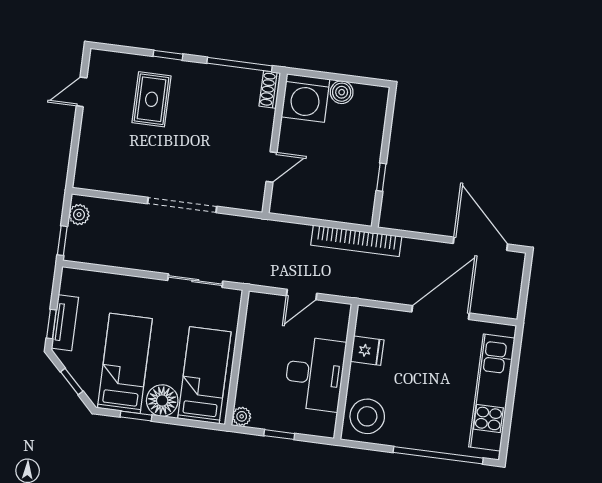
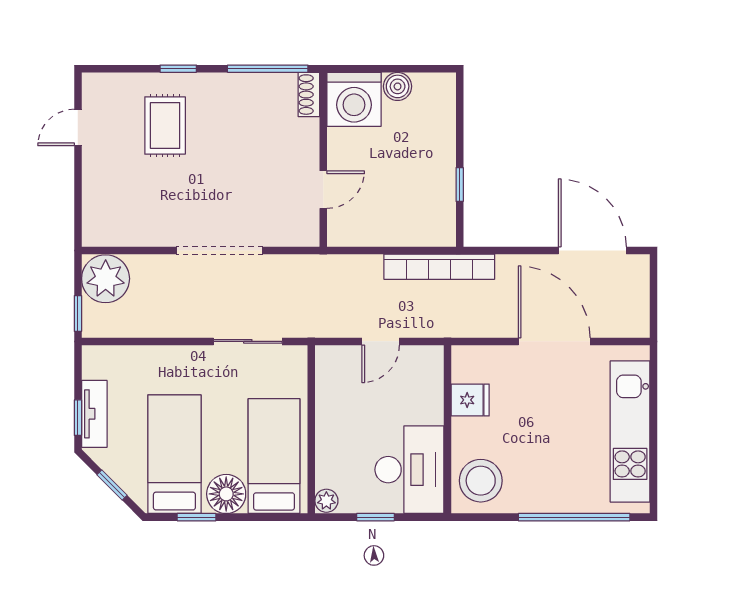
plant: (79, 215) -> (106, 279), width x1.88, depth x1.88
door: (440, 313) -> (554, 341), hinge flipped
desk: (315, 374) -> (409, 470), moved

